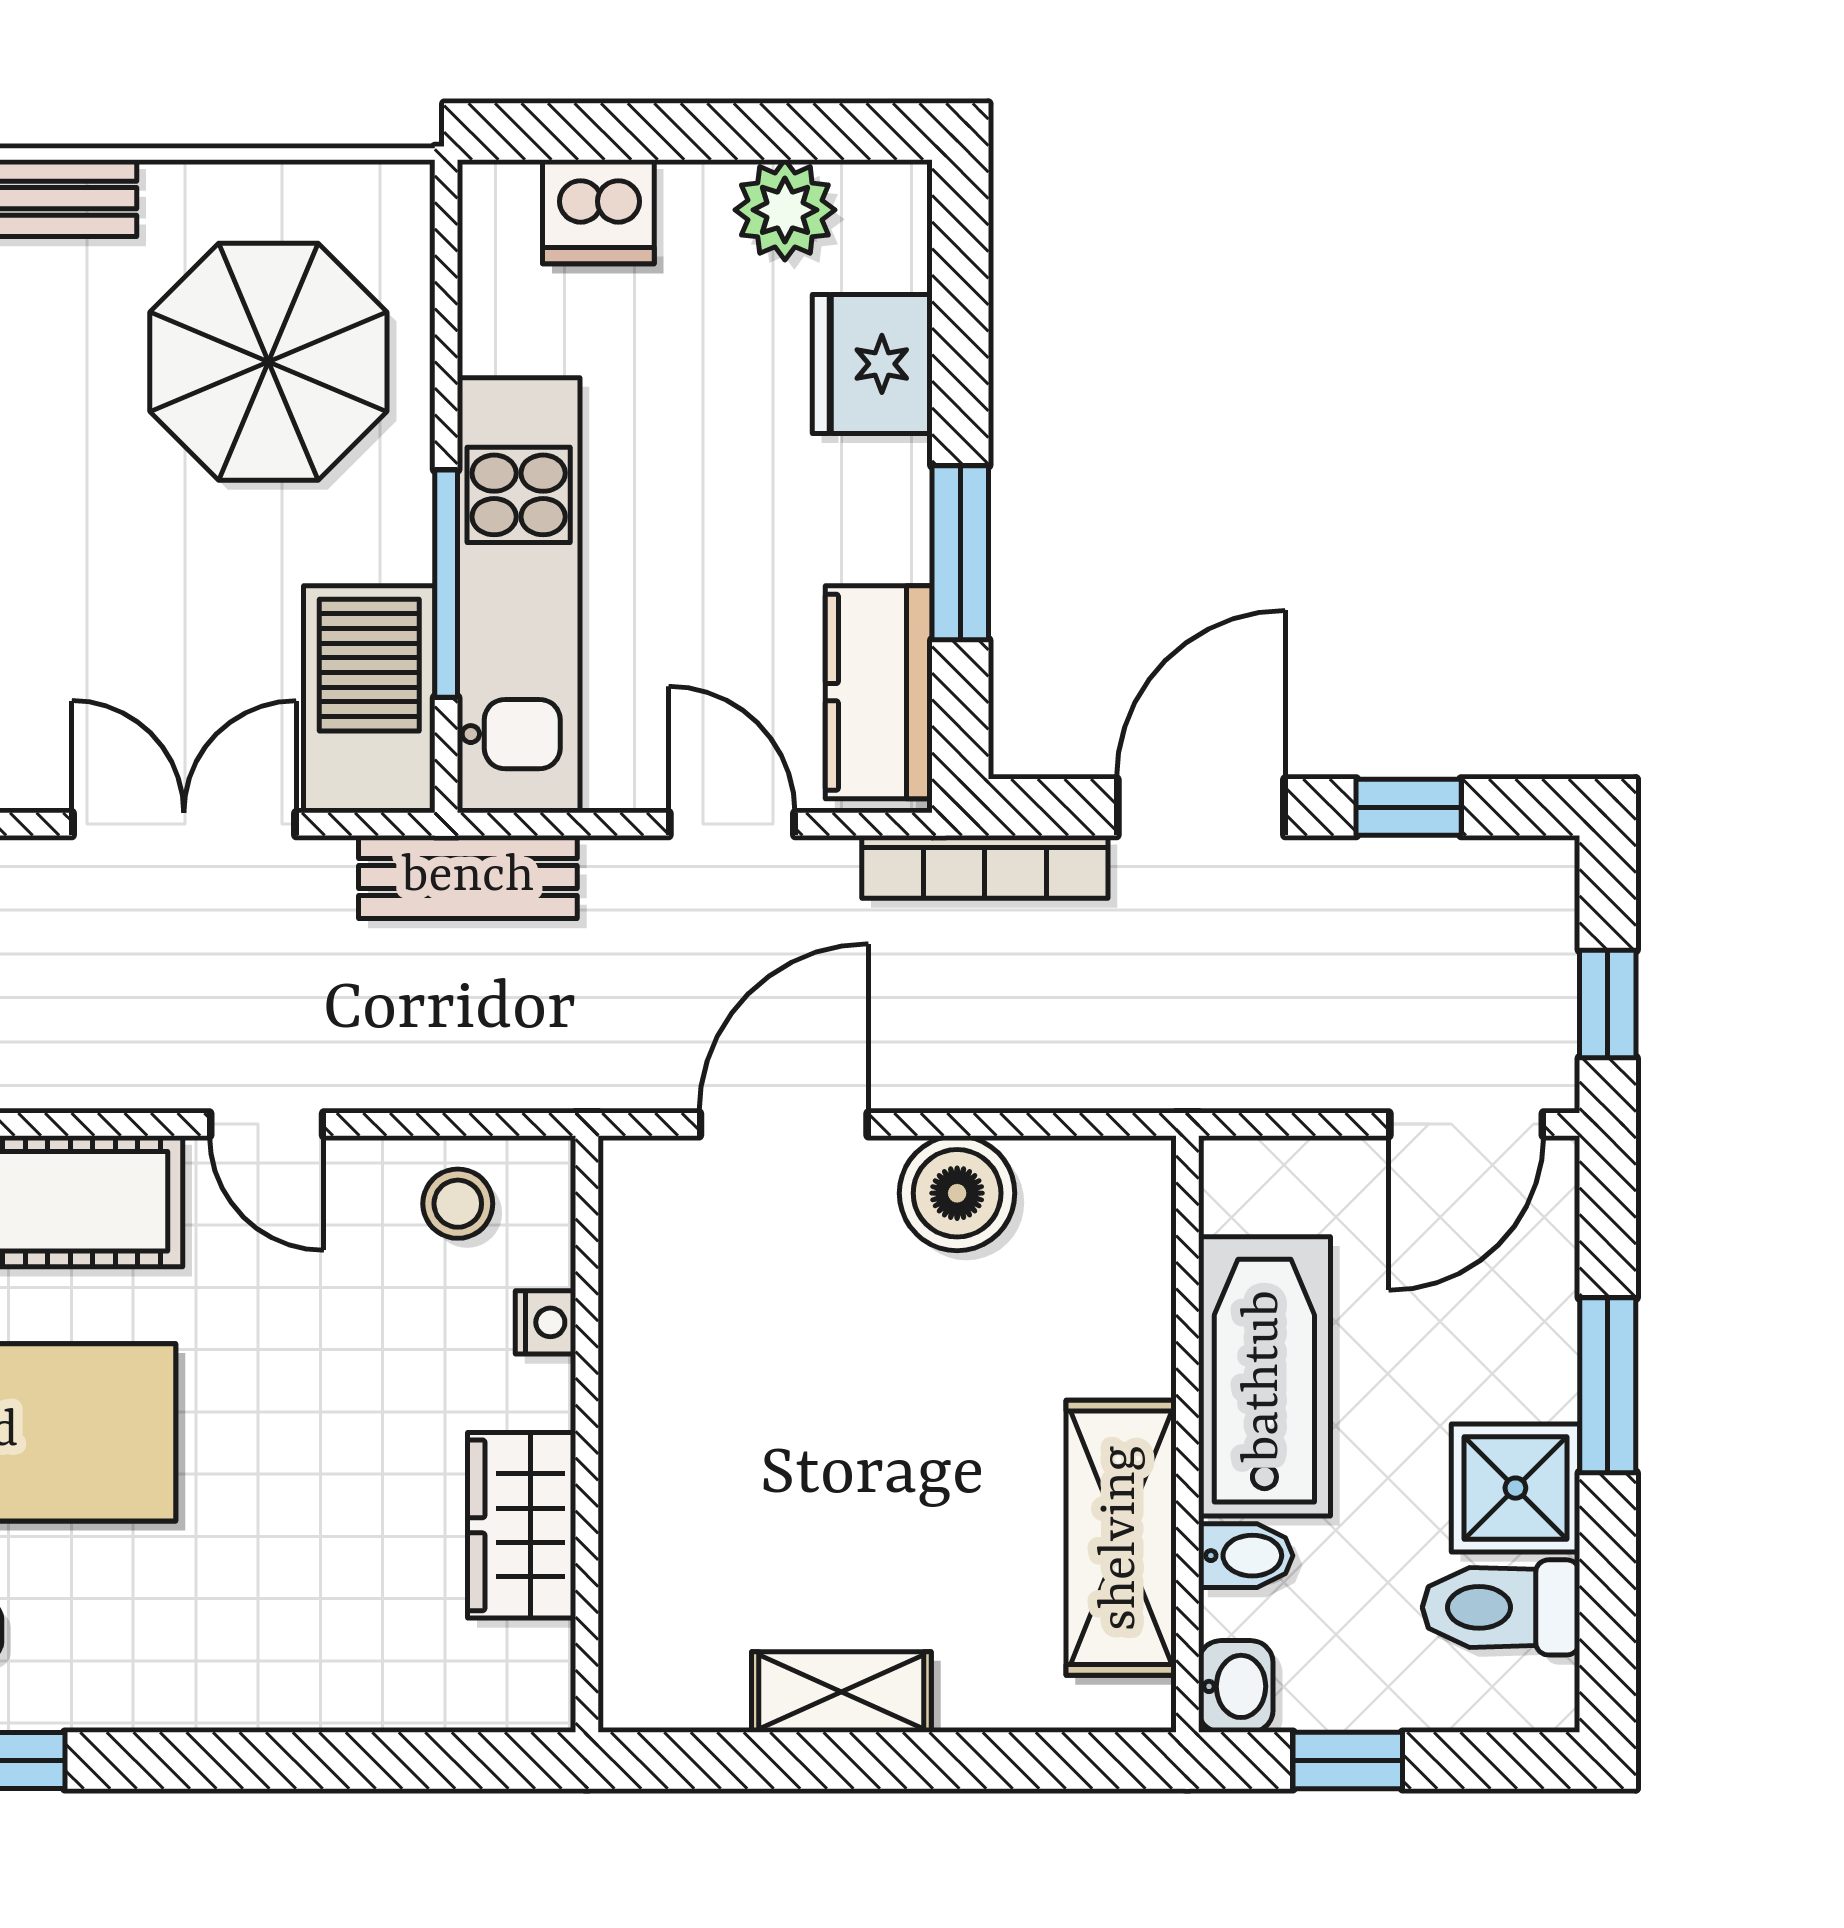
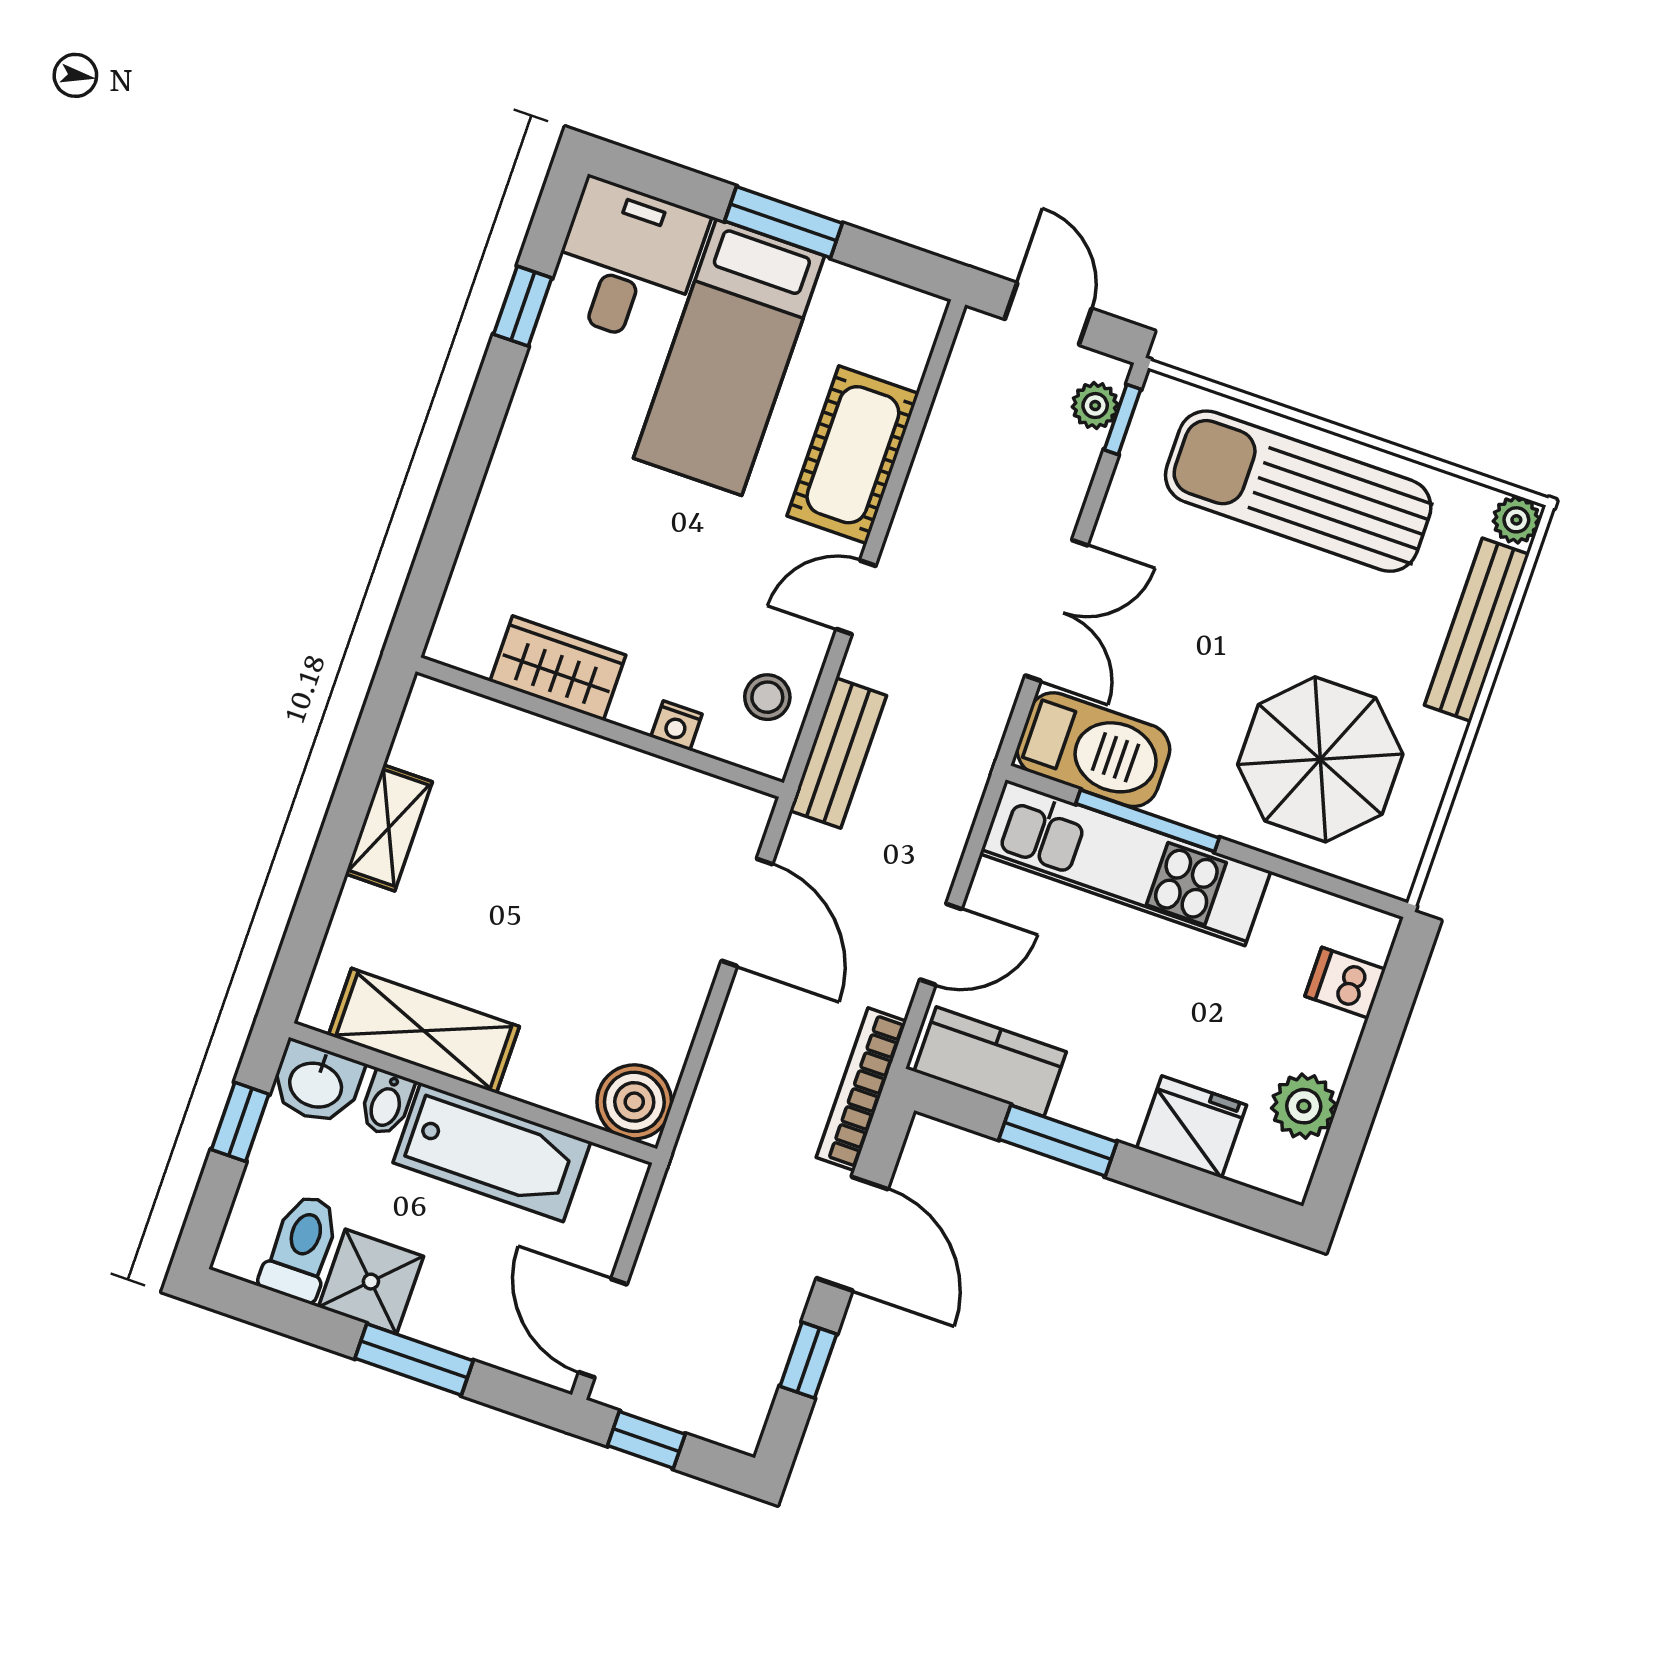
dishwasher: (598, 212) -> (1345, 983), width x0.73
bench: (468, 877) -> (838, 753), moved
boiler: (957, 1193) -> (634, 1102), moved
washbasin: (1236, 1686) -> (316, 1083), width x1.38, depth x1.45

